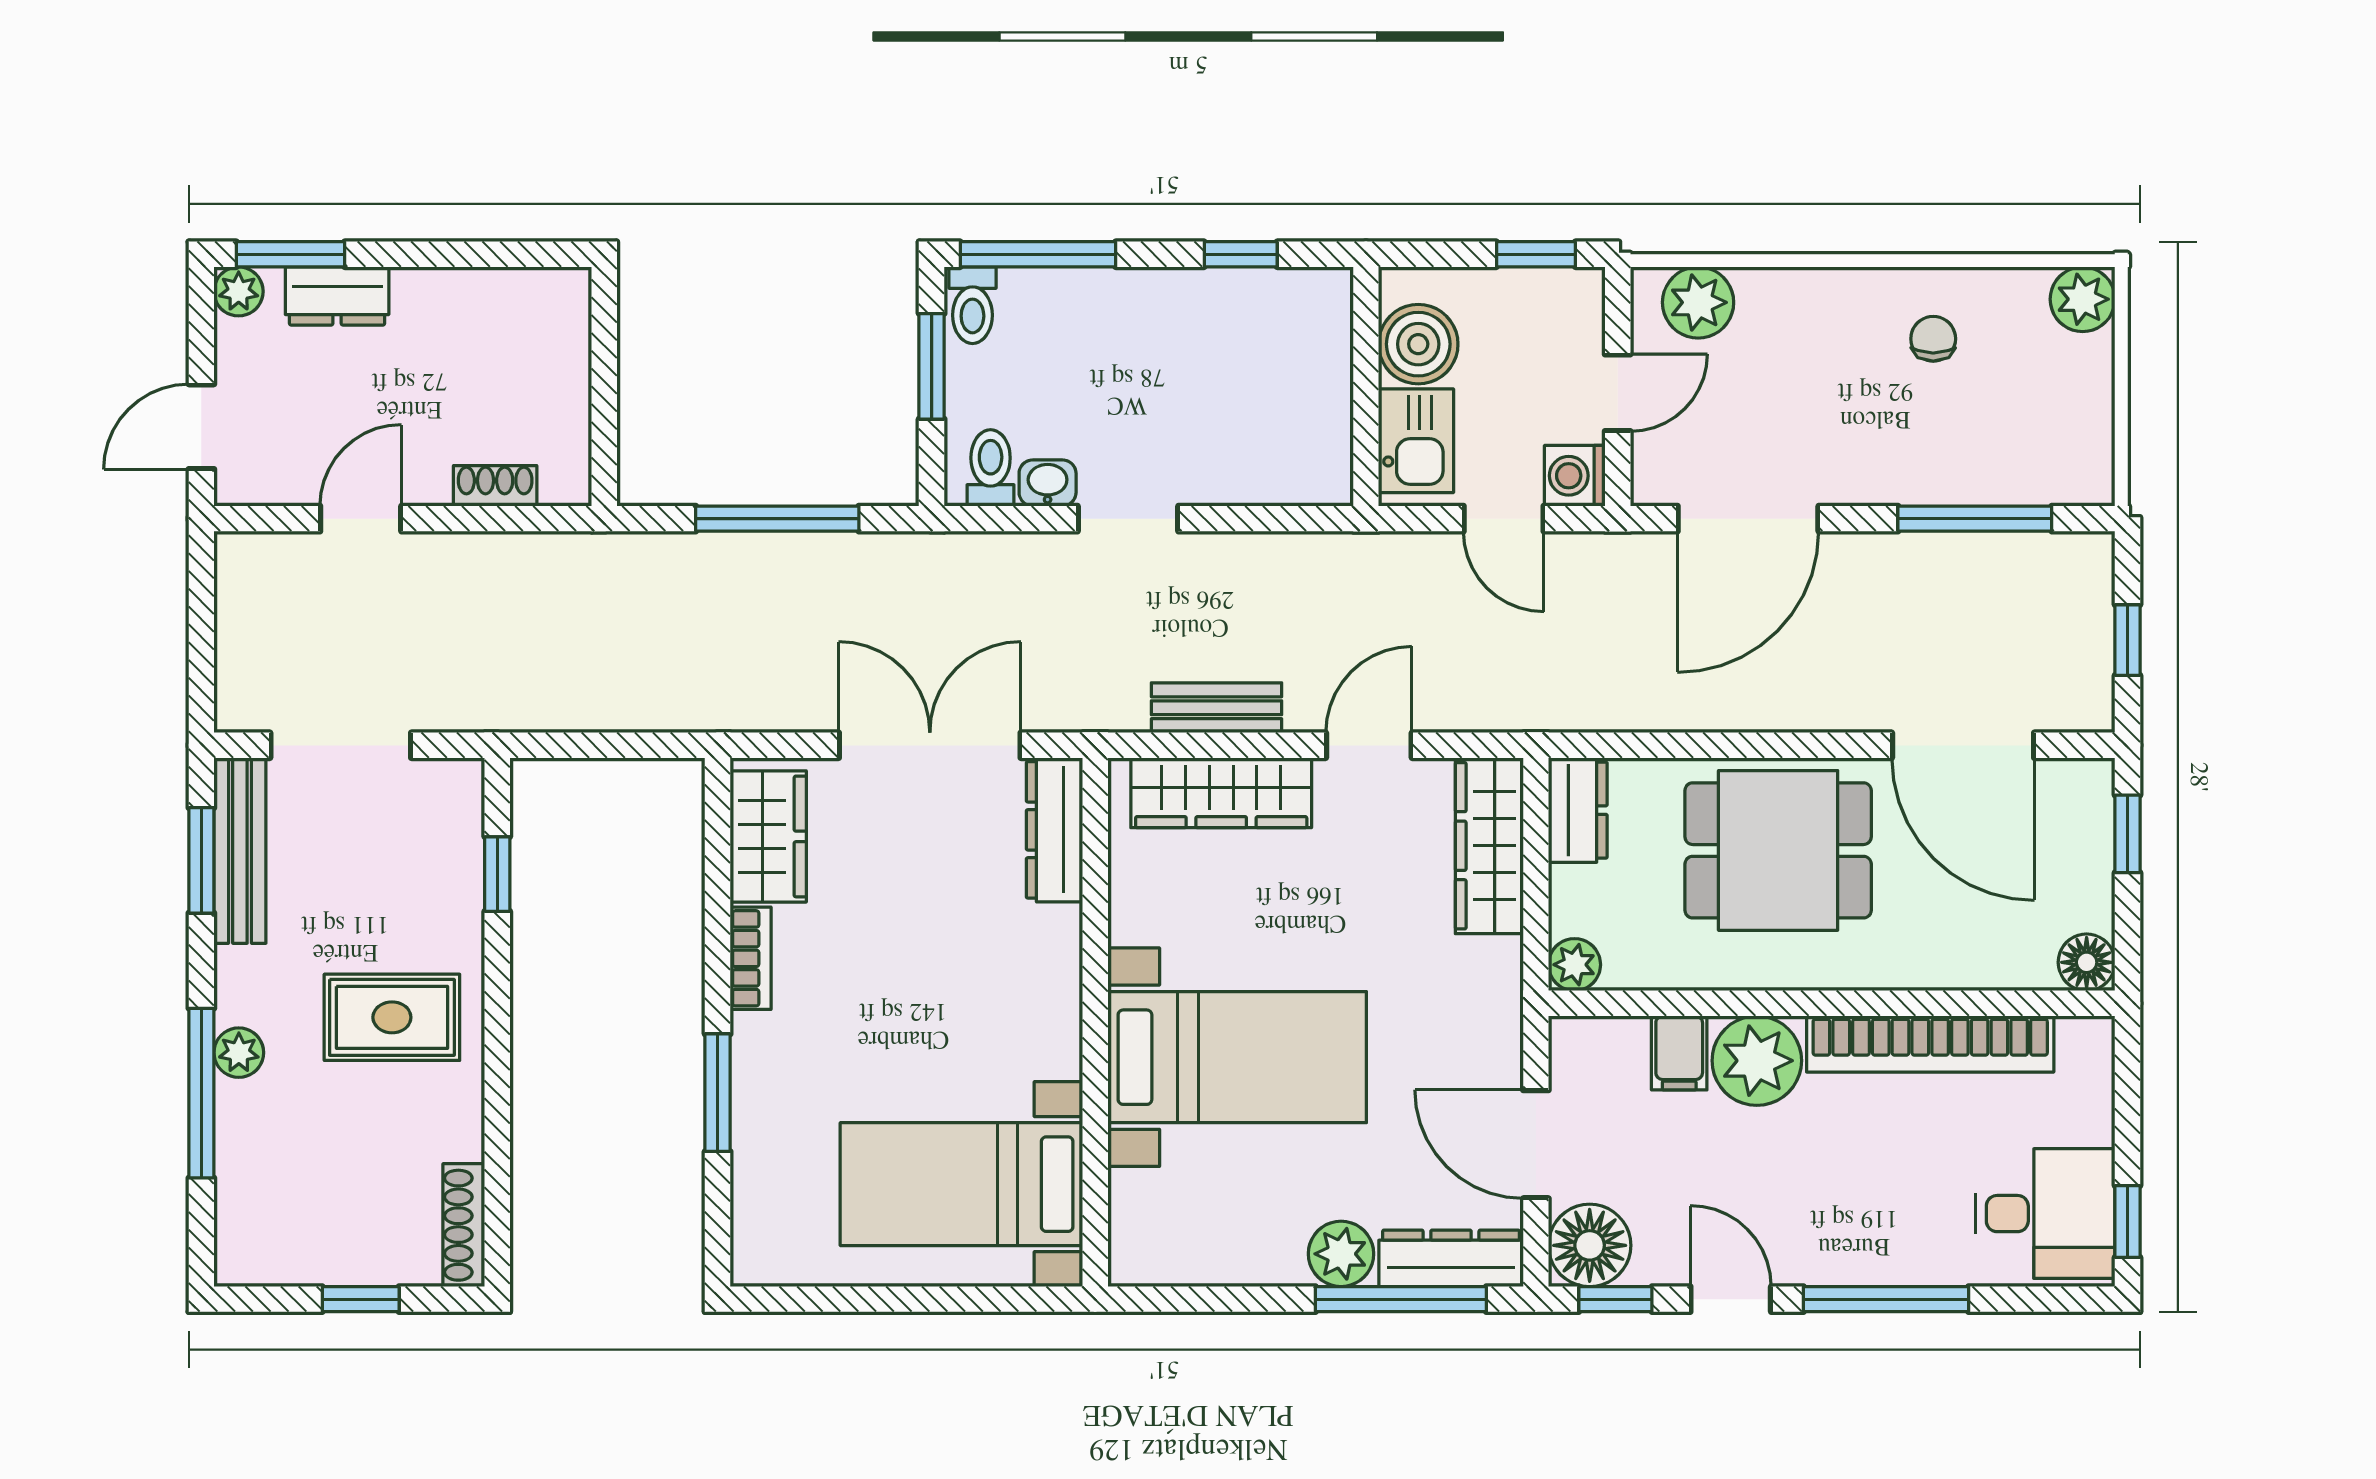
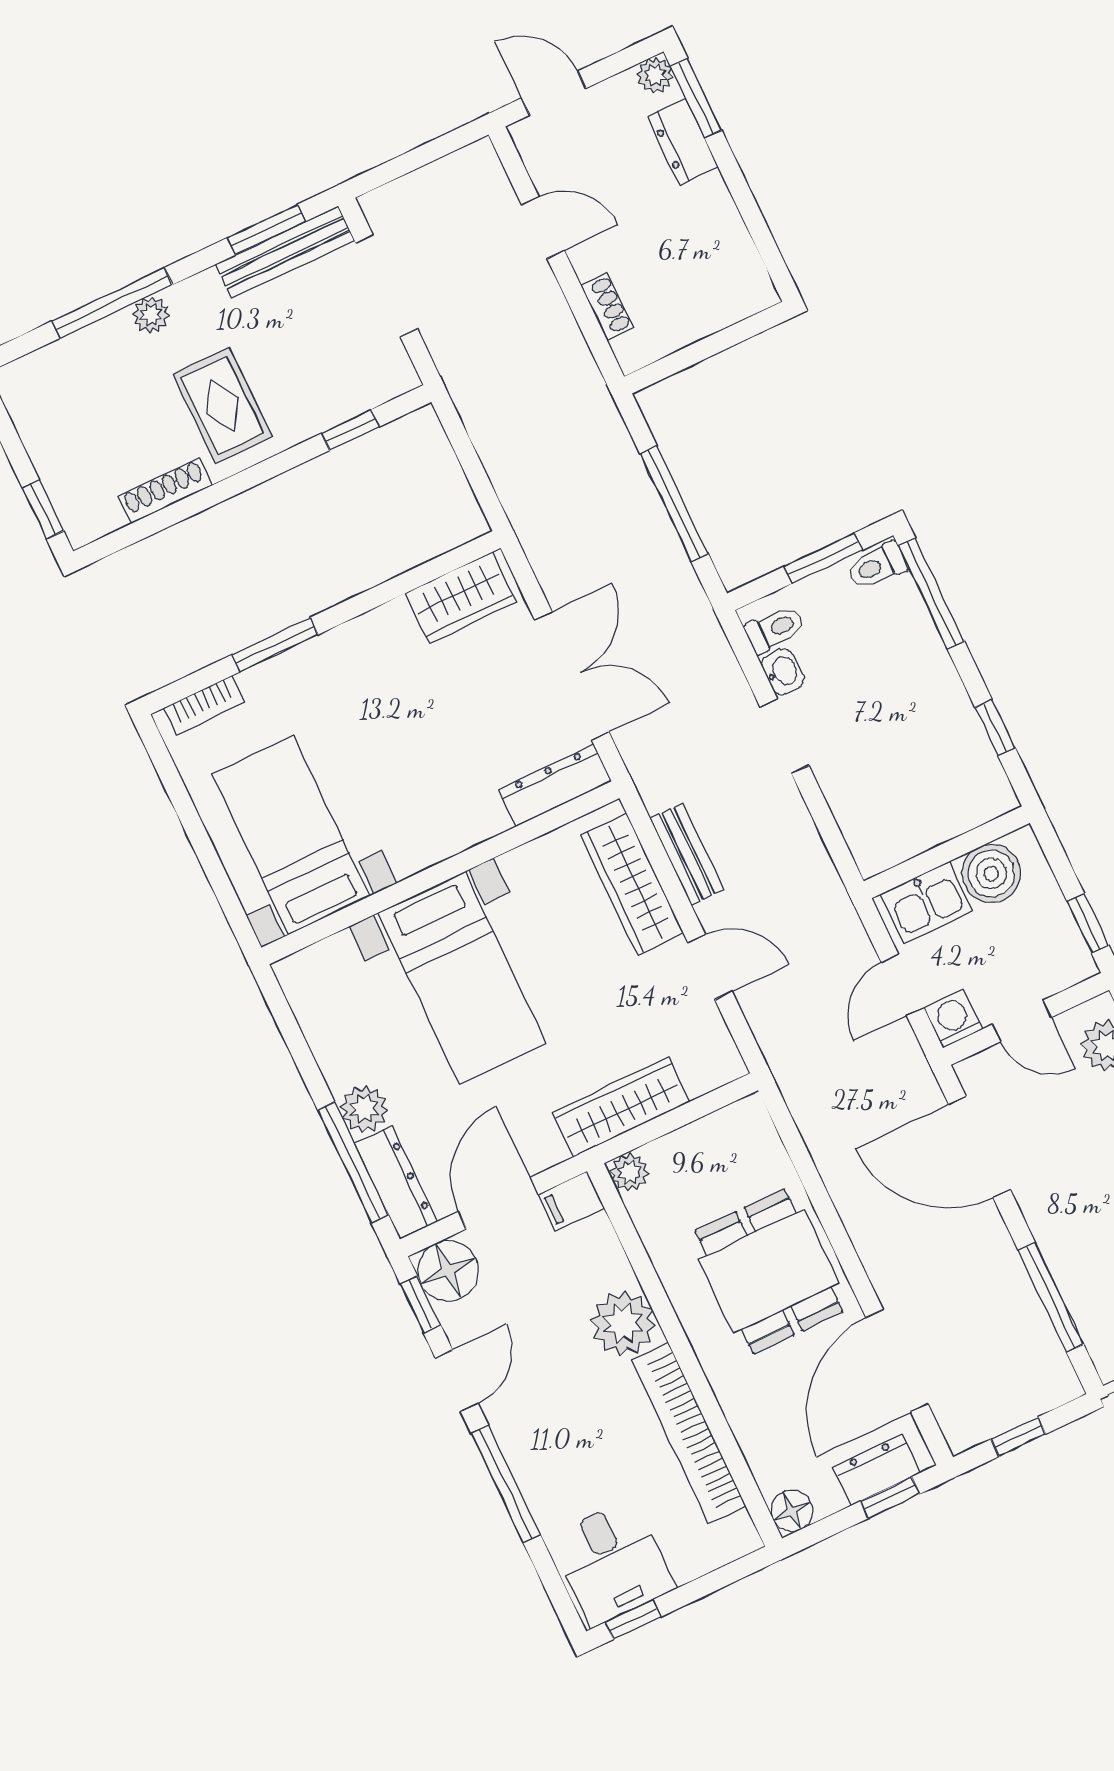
dresser: (1578, 810) -> (877, 1470), moved, turned 180
wardrobe: (1489, 846) -> (621, 1107), moved
bookcase: (751, 958) -> (204, 705), moved
filing cabinet: (1679, 1053) -> (571, 1201), moved
shoe rack: (464, 1225) -> (165, 491), moved
window: (361, 1299) -> (43, 509), moved

